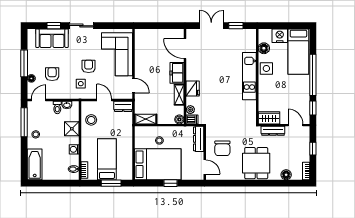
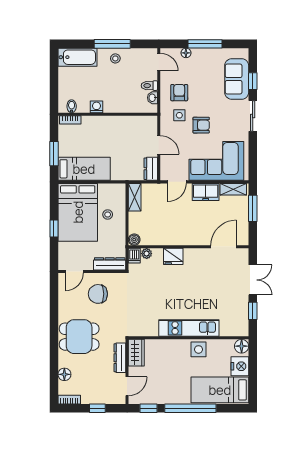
window: (155, 26) -> (253, 208), added
floor lamp: (264, 48) -> (242, 346), moved
freezer: (177, 73) -> (206, 192), moved, turned 180
armchair: (52, 74) -> (179, 93), moved, turned -90
shelving: (179, 95) -> (233, 189), moved
door: (104, 100) -> (159, 145), hinge flipped
stool: (91, 120) -> (134, 128), removed
window: (24, 122) -> (112, 44), moved
shower: (72, 129) -> (122, 104), removed
bed: (107, 159) -> (84, 169), moved

